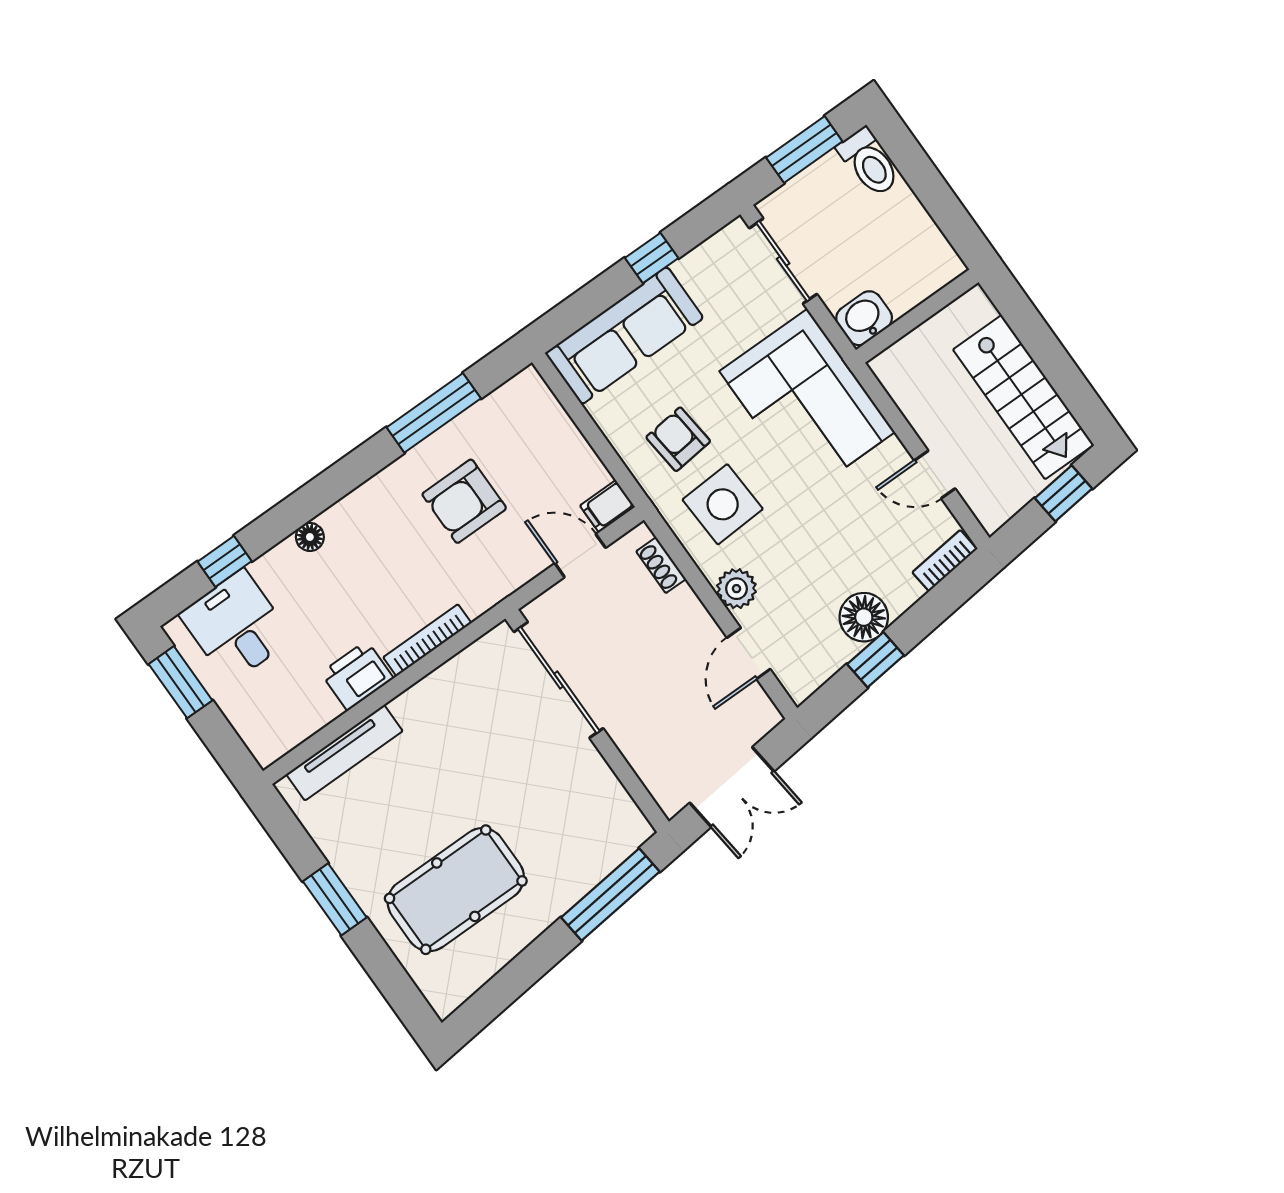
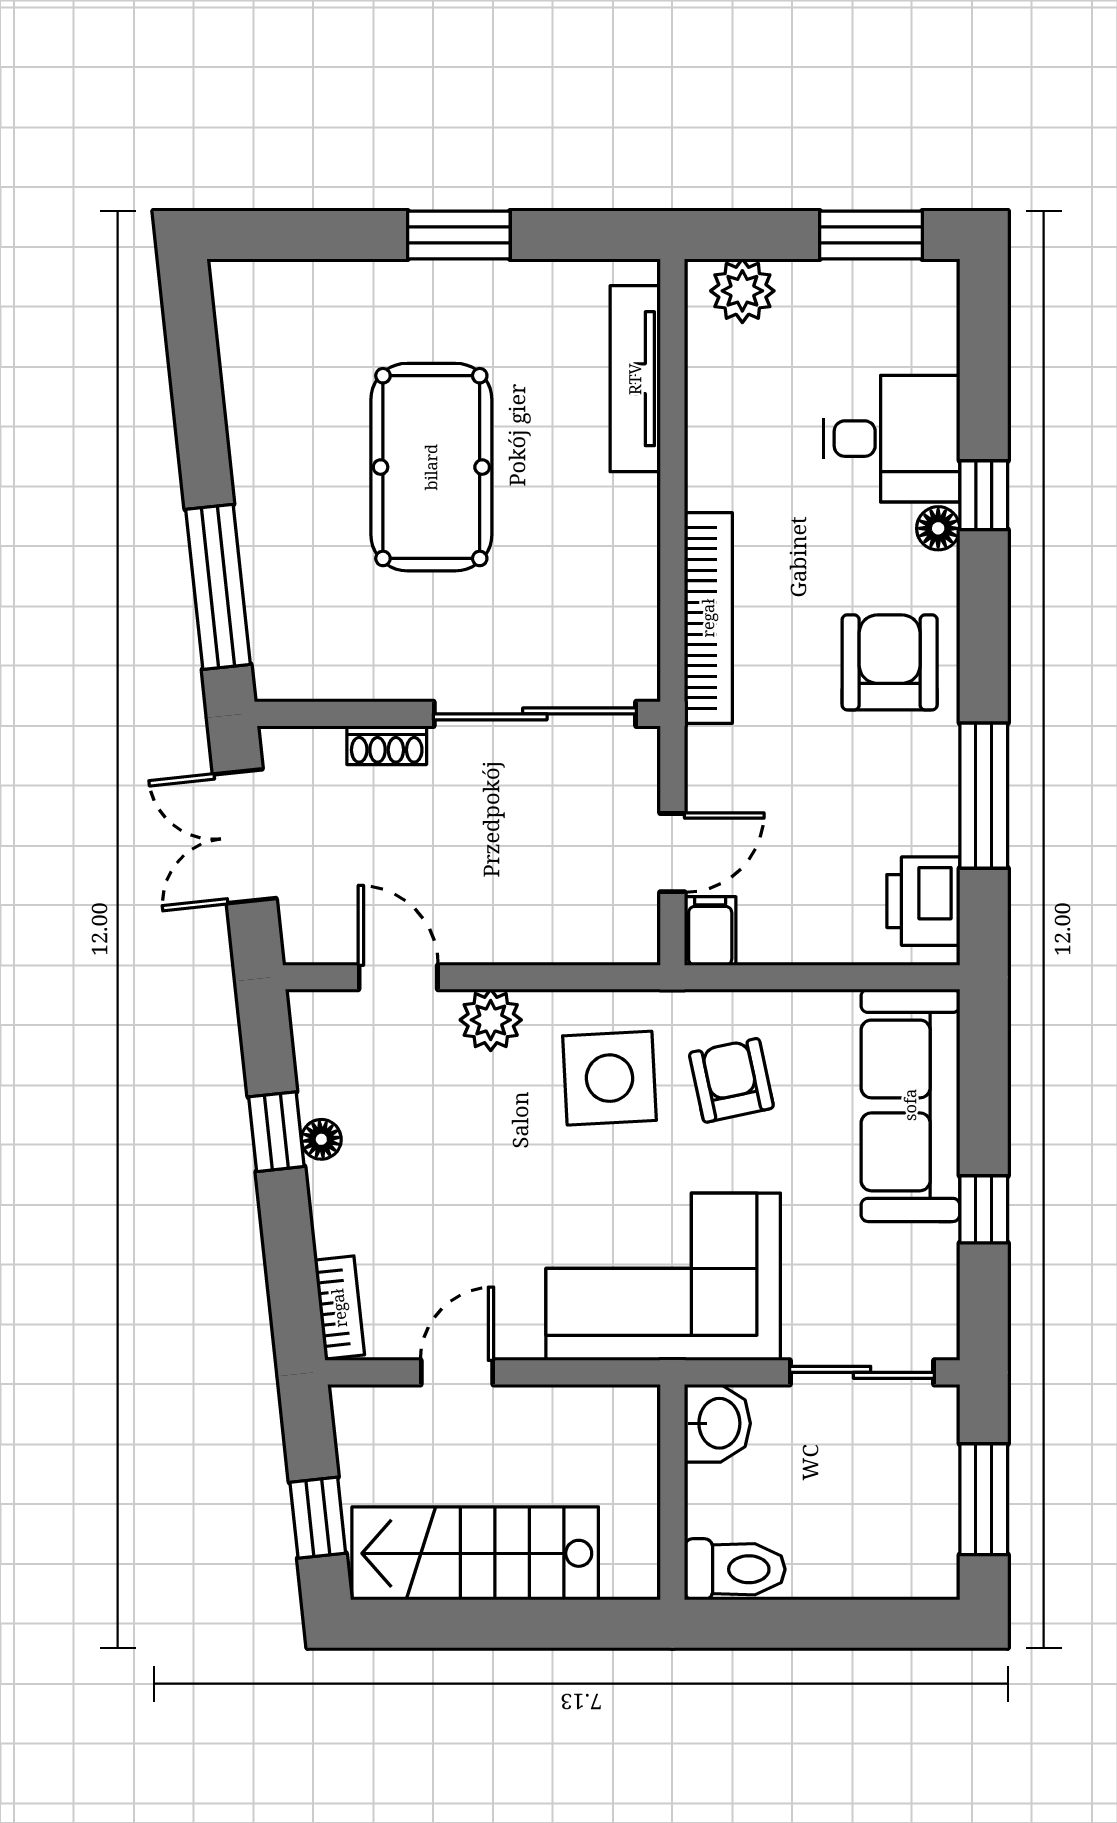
toilet: (869, 162) -> (735, 1569), moved, turned 180
armchair: (678, 439) -> (731, 1080), turned -96
armchair: (464, 501) -> (890, 662), moved
window: (225, 561) -> (984, 495), moved
shoe rack: (661, 565) -> (387, 745), moved, turned 180
floor lamp: (864, 617) -> (321, 1139), width x0.53, depth x0.53
desk: (236, 626) -> (892, 439), moved
bookcase: (427, 640) -> (708, 618), width x1.48, depth x1.31
printer: (357, 676) -> (923, 901), moved, turned 180
plant: (258, 729) -> (742, 291), added
pool table: (456, 890) -> (431, 467), moved

